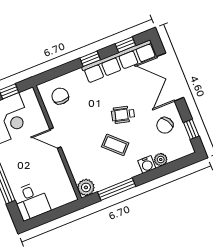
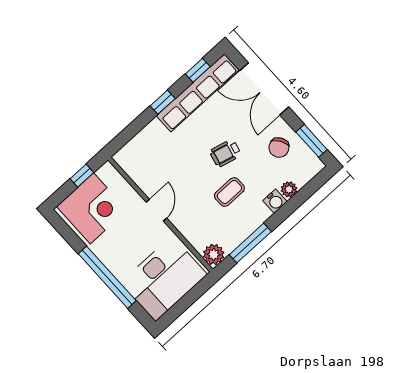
chair: (60, 96) -> (144, 159), removed
window: (191, 129) -> (312, 141), width x1.50
door: (55, 138) -> (156, 210), swing flipped
coffee table: (115, 145) -> (229, 192), turned -44
desk: (31, 201) -> (164, 278), width x1.87, depth x1.30

